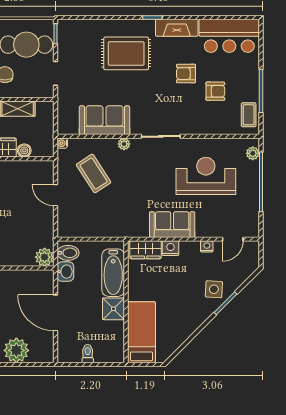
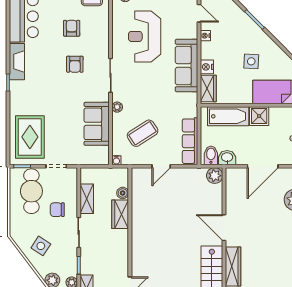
rug: (126, 53) -> (30, 137), moved
armchair: (186, 74) -> (75, 64), moved
sofa: (172, 225) -> (187, 65), width x1.36
row of seats: (84, 229) -> (190, 141), added
side table: (214, 289) -> (251, 61), moved

